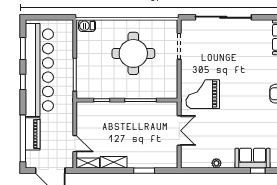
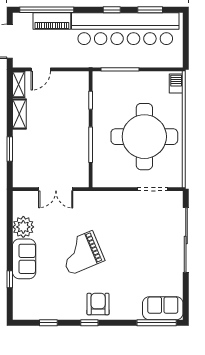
round table: (133, 53) -> (144, 137), width x1.36, depth x1.36
grand piano: (203, 94) -> (81, 253), moved, turned -113
sofa: (253, 158) -> (24, 259), moved
plant: (216, 163) -> (23, 227), width x1.88, depth x1.88

